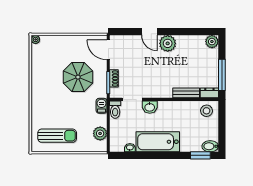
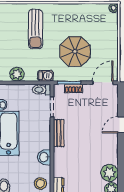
plant: (168, 43) -> (109, 173), moved
bench: (186, 93) -> (59, 133), moved
washbasin: (150, 107) -> (44, 157), moved
sun lounger: (57, 136) -> (35, 29), moved

